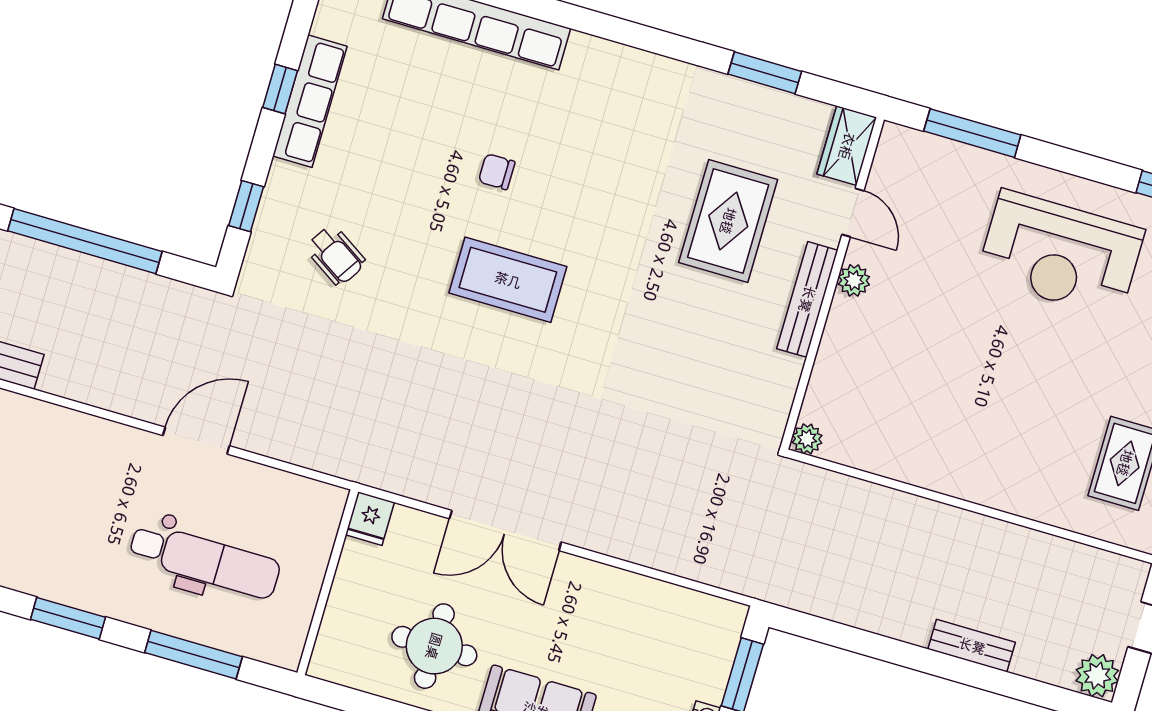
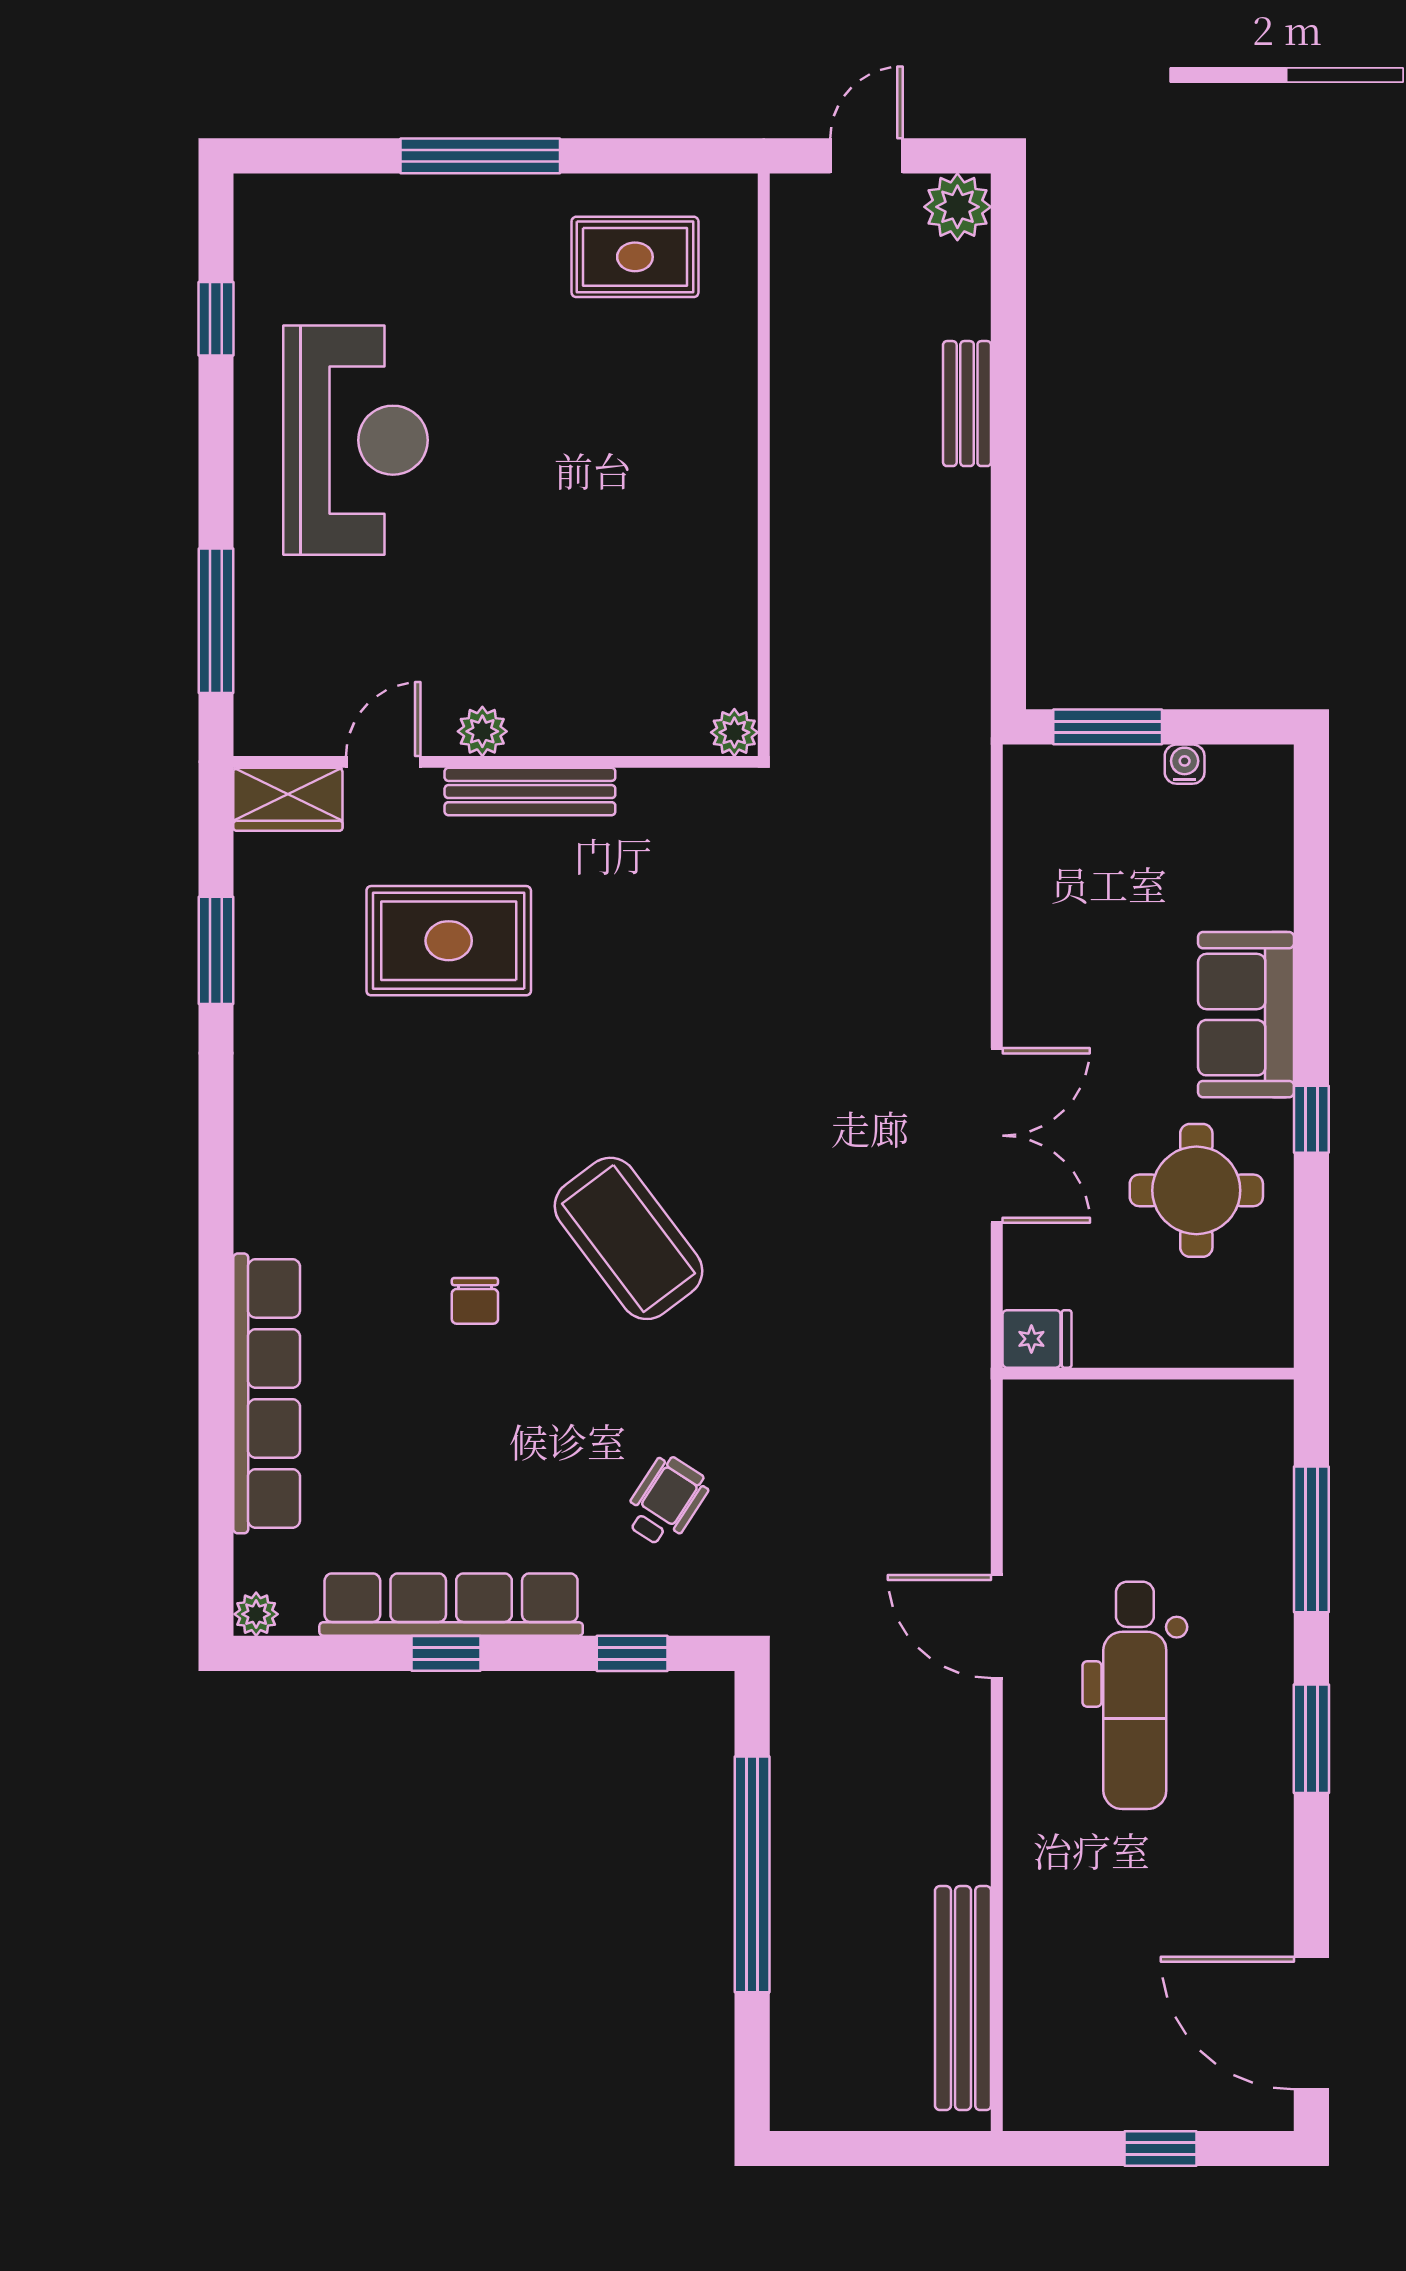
row of seats: (310, 101) -> (451, 1605), width x1.36
coffee table: (508, 280) -> (629, 1238), turned -37
dental chair: (205, 560) -> (1135, 1695), moved, turned 180

